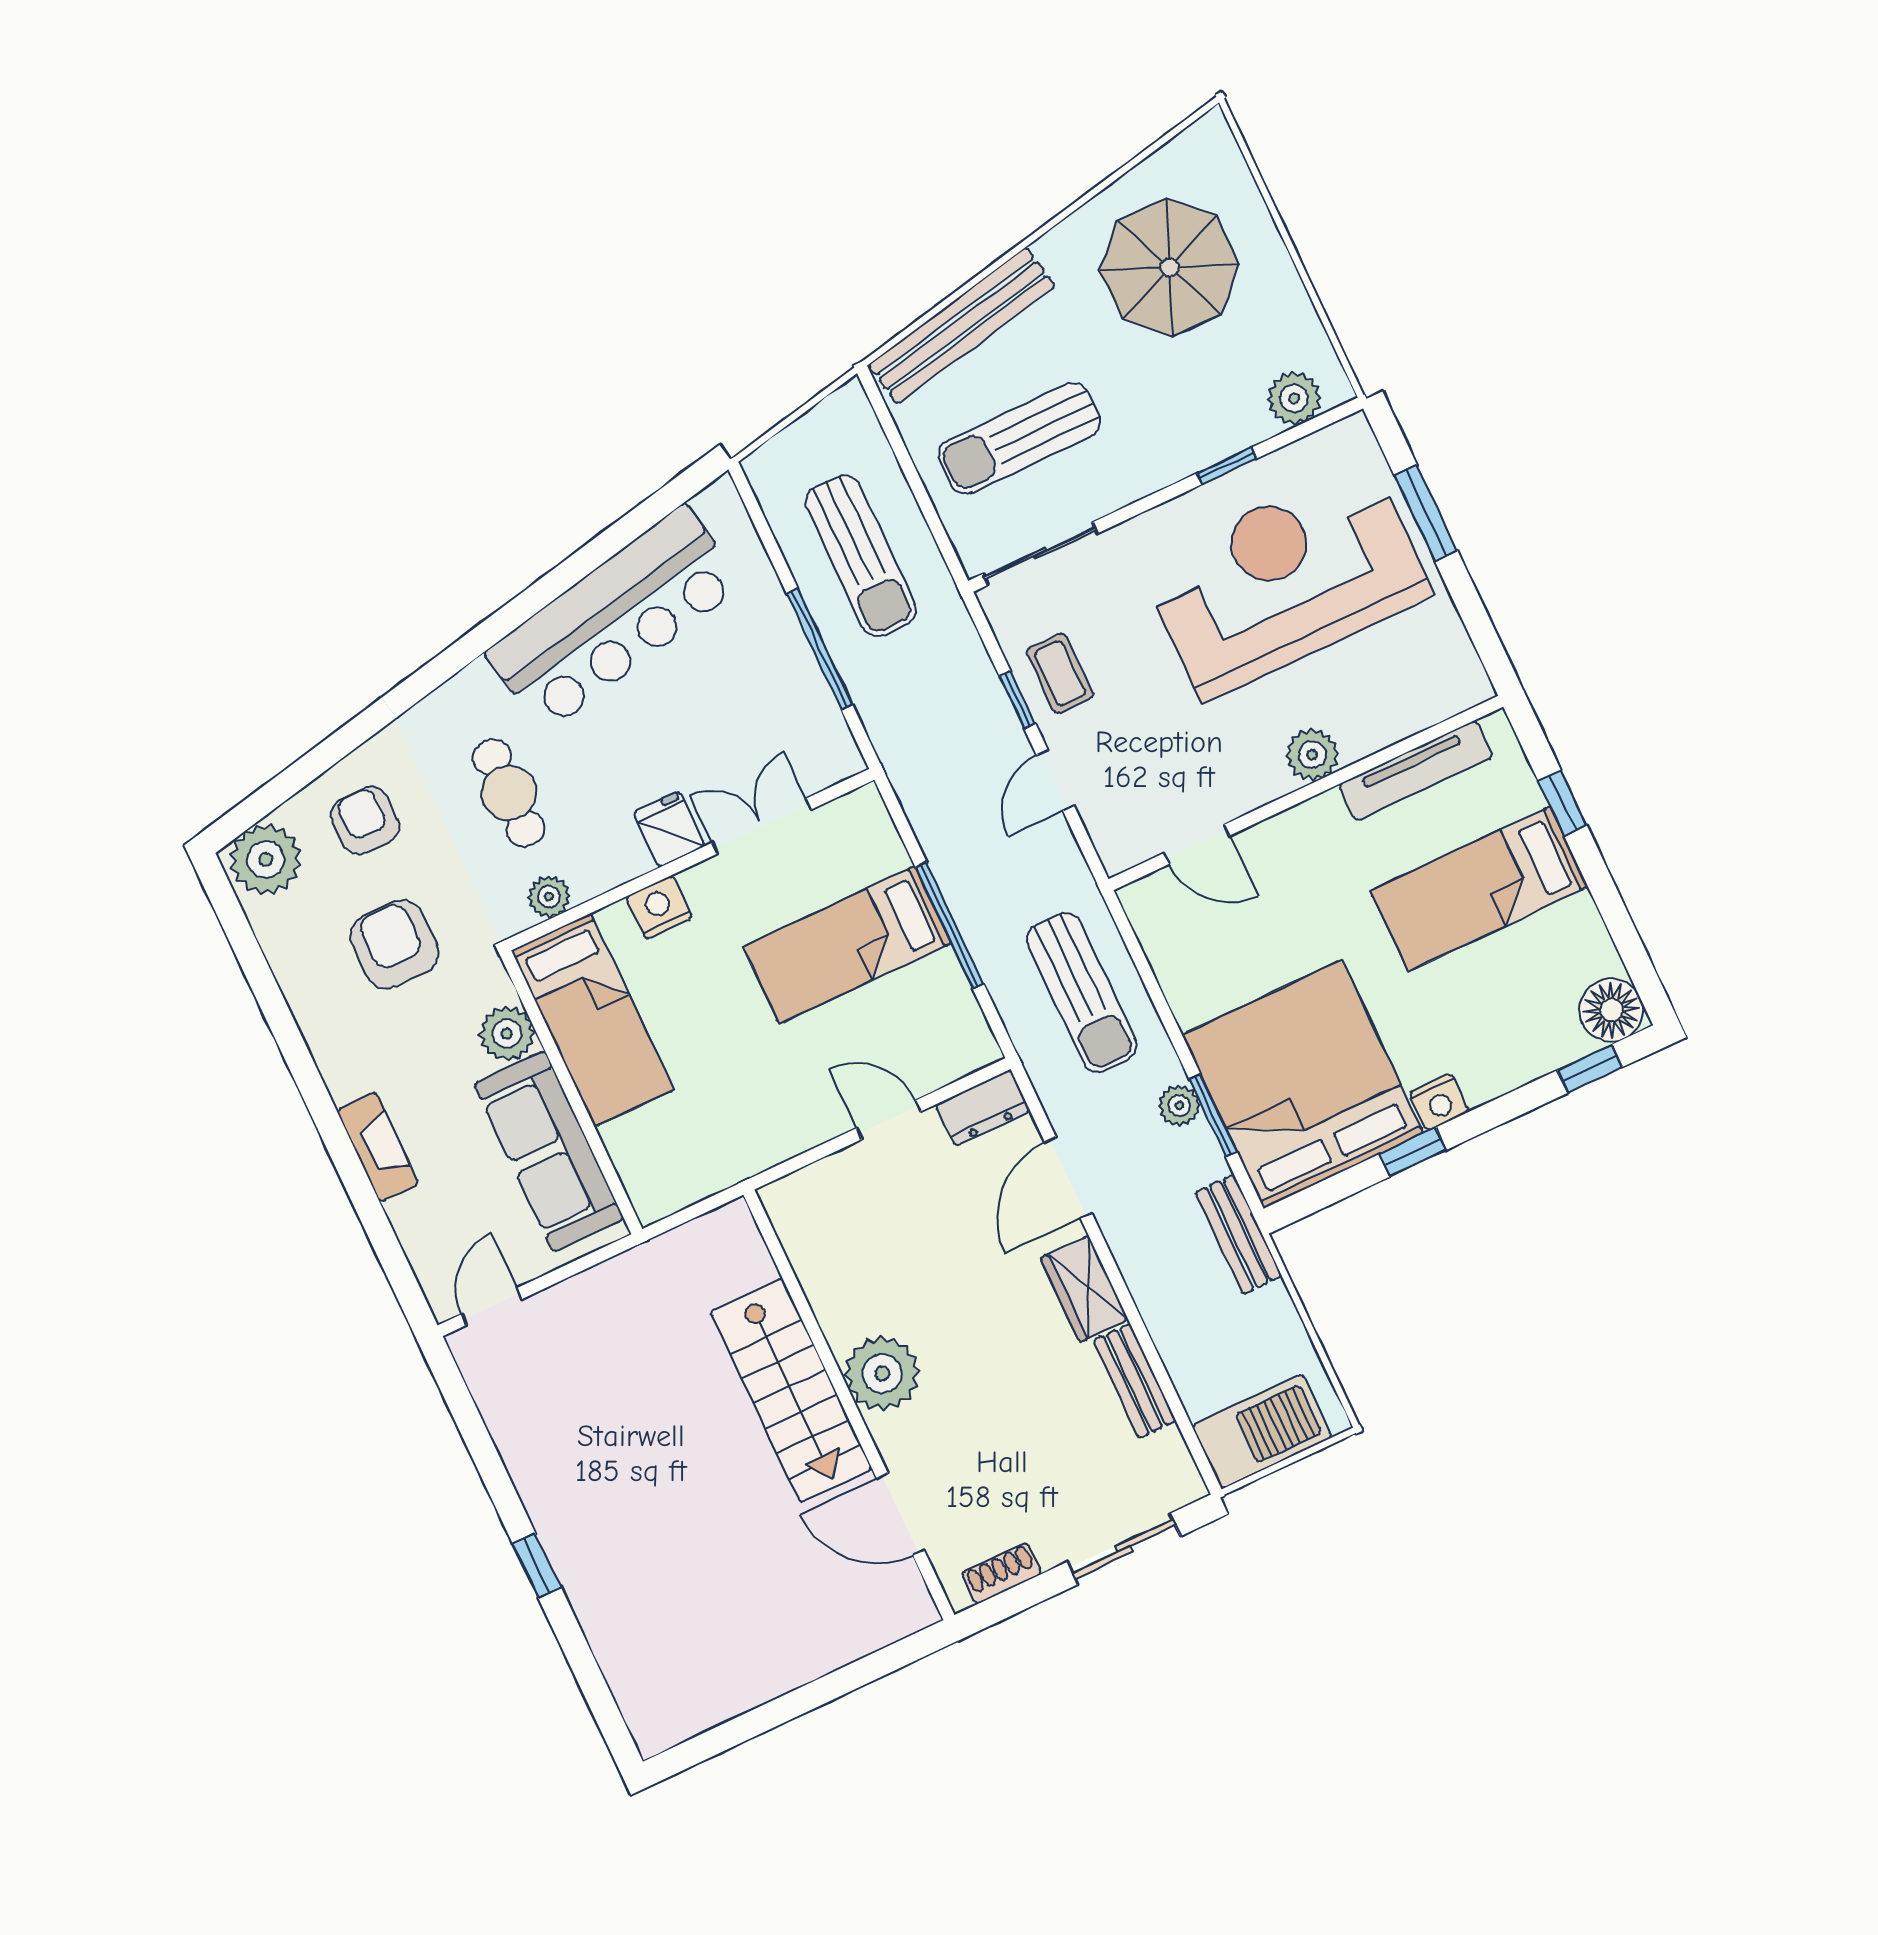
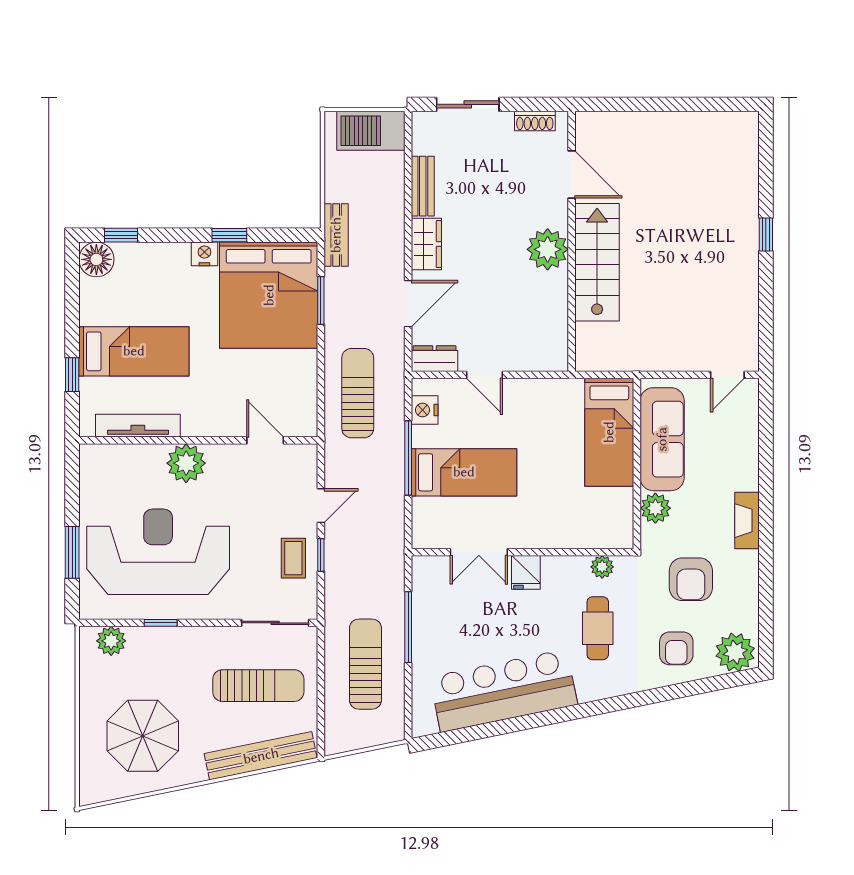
reception desk: (1286, 580) -> (158, 552), turned 180
plant: (1312, 755) -> (186, 463), width x1.36, depth x1.36
nightstand: (659, 907) -> (425, 410), moved, turned 90
bed: (593, 1020) -> (609, 432), moved, turned 180
plant: (1179, 1106) -> (336, 313), removed
fireplace: (378, 1147) -> (747, 521), moved

